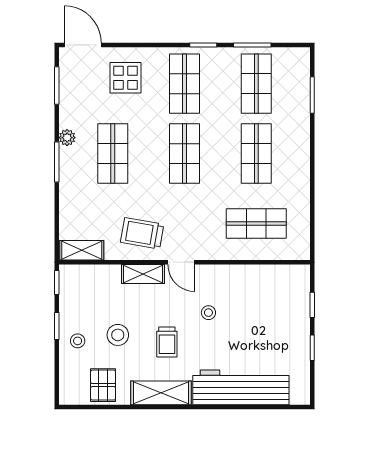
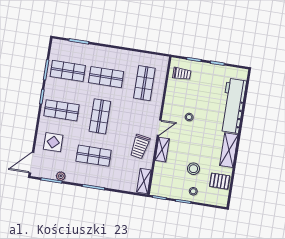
plant: (67, 138) -> (61, 176), moved
shop shelf: (185, 154) -> (100, 116), turned 90
trolley: (167, 342) -> (182, 74), moved

